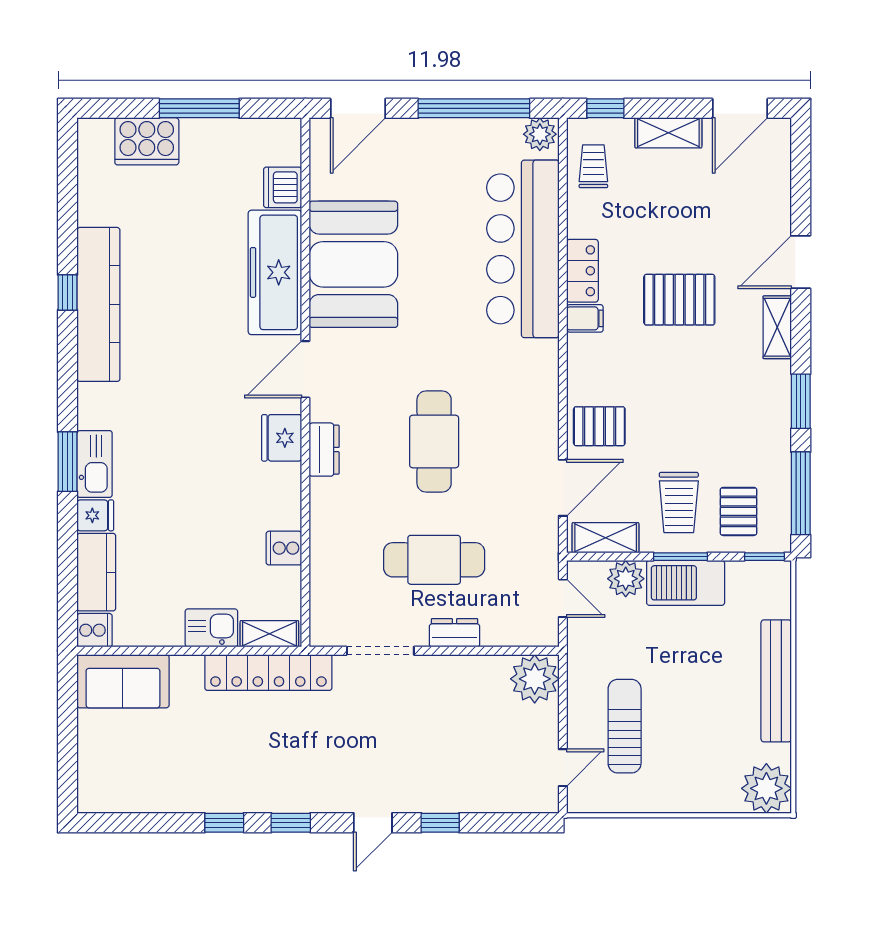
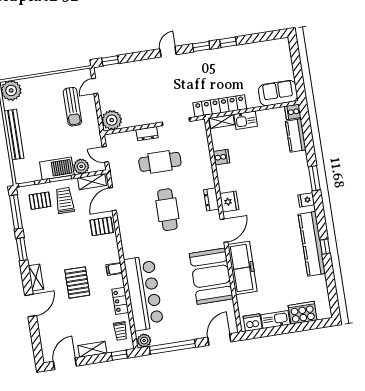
window: (199, 108) -> (283, 329), removed
dishwasher: (283, 187) -> (253, 323), moved, turned -90
locker: (582, 271) -> (120, 301), moved
pallet: (679, 300) -> (77, 283), turned 90
kitchen sink: (95, 464) -> (275, 320), moved, turned 90
pallet: (738, 511) -> (40, 201), turned 90
fridge: (95, 515) -> (306, 200), moved
window: (440, 823) -> (110, 61), moved

